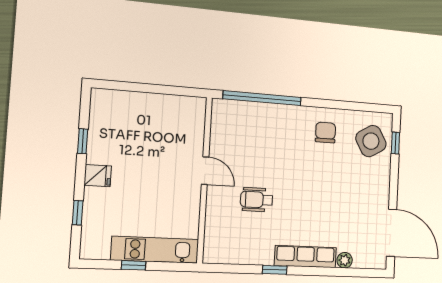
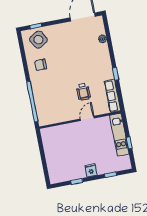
door: (205, 171) -> (87, 118), moved
row of seats: (306, 257) -> (112, 96), moved

